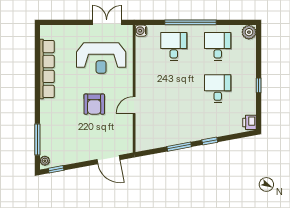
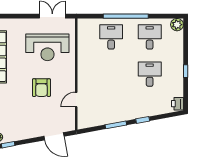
water cooler: (141, 31) -> (82, 23), removed
door: (134, 105) -> (76, 100), moved

